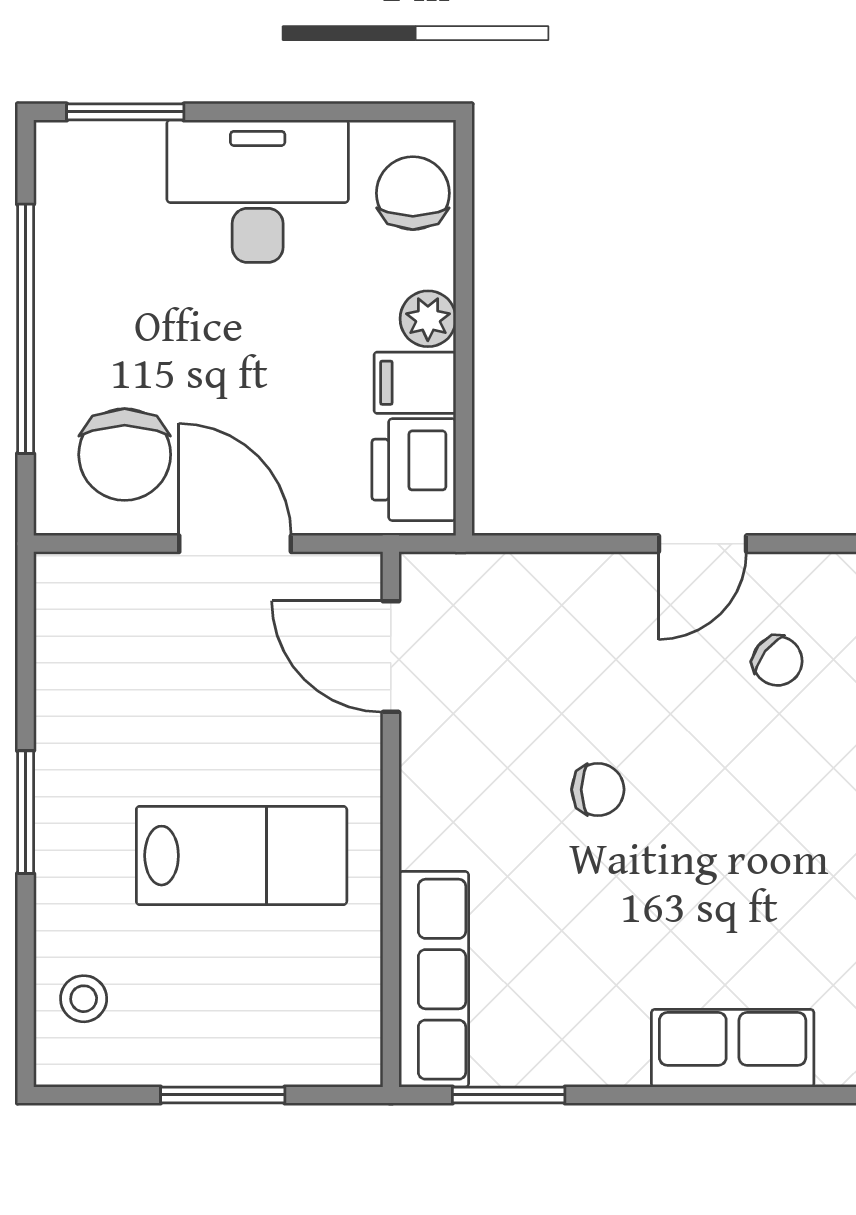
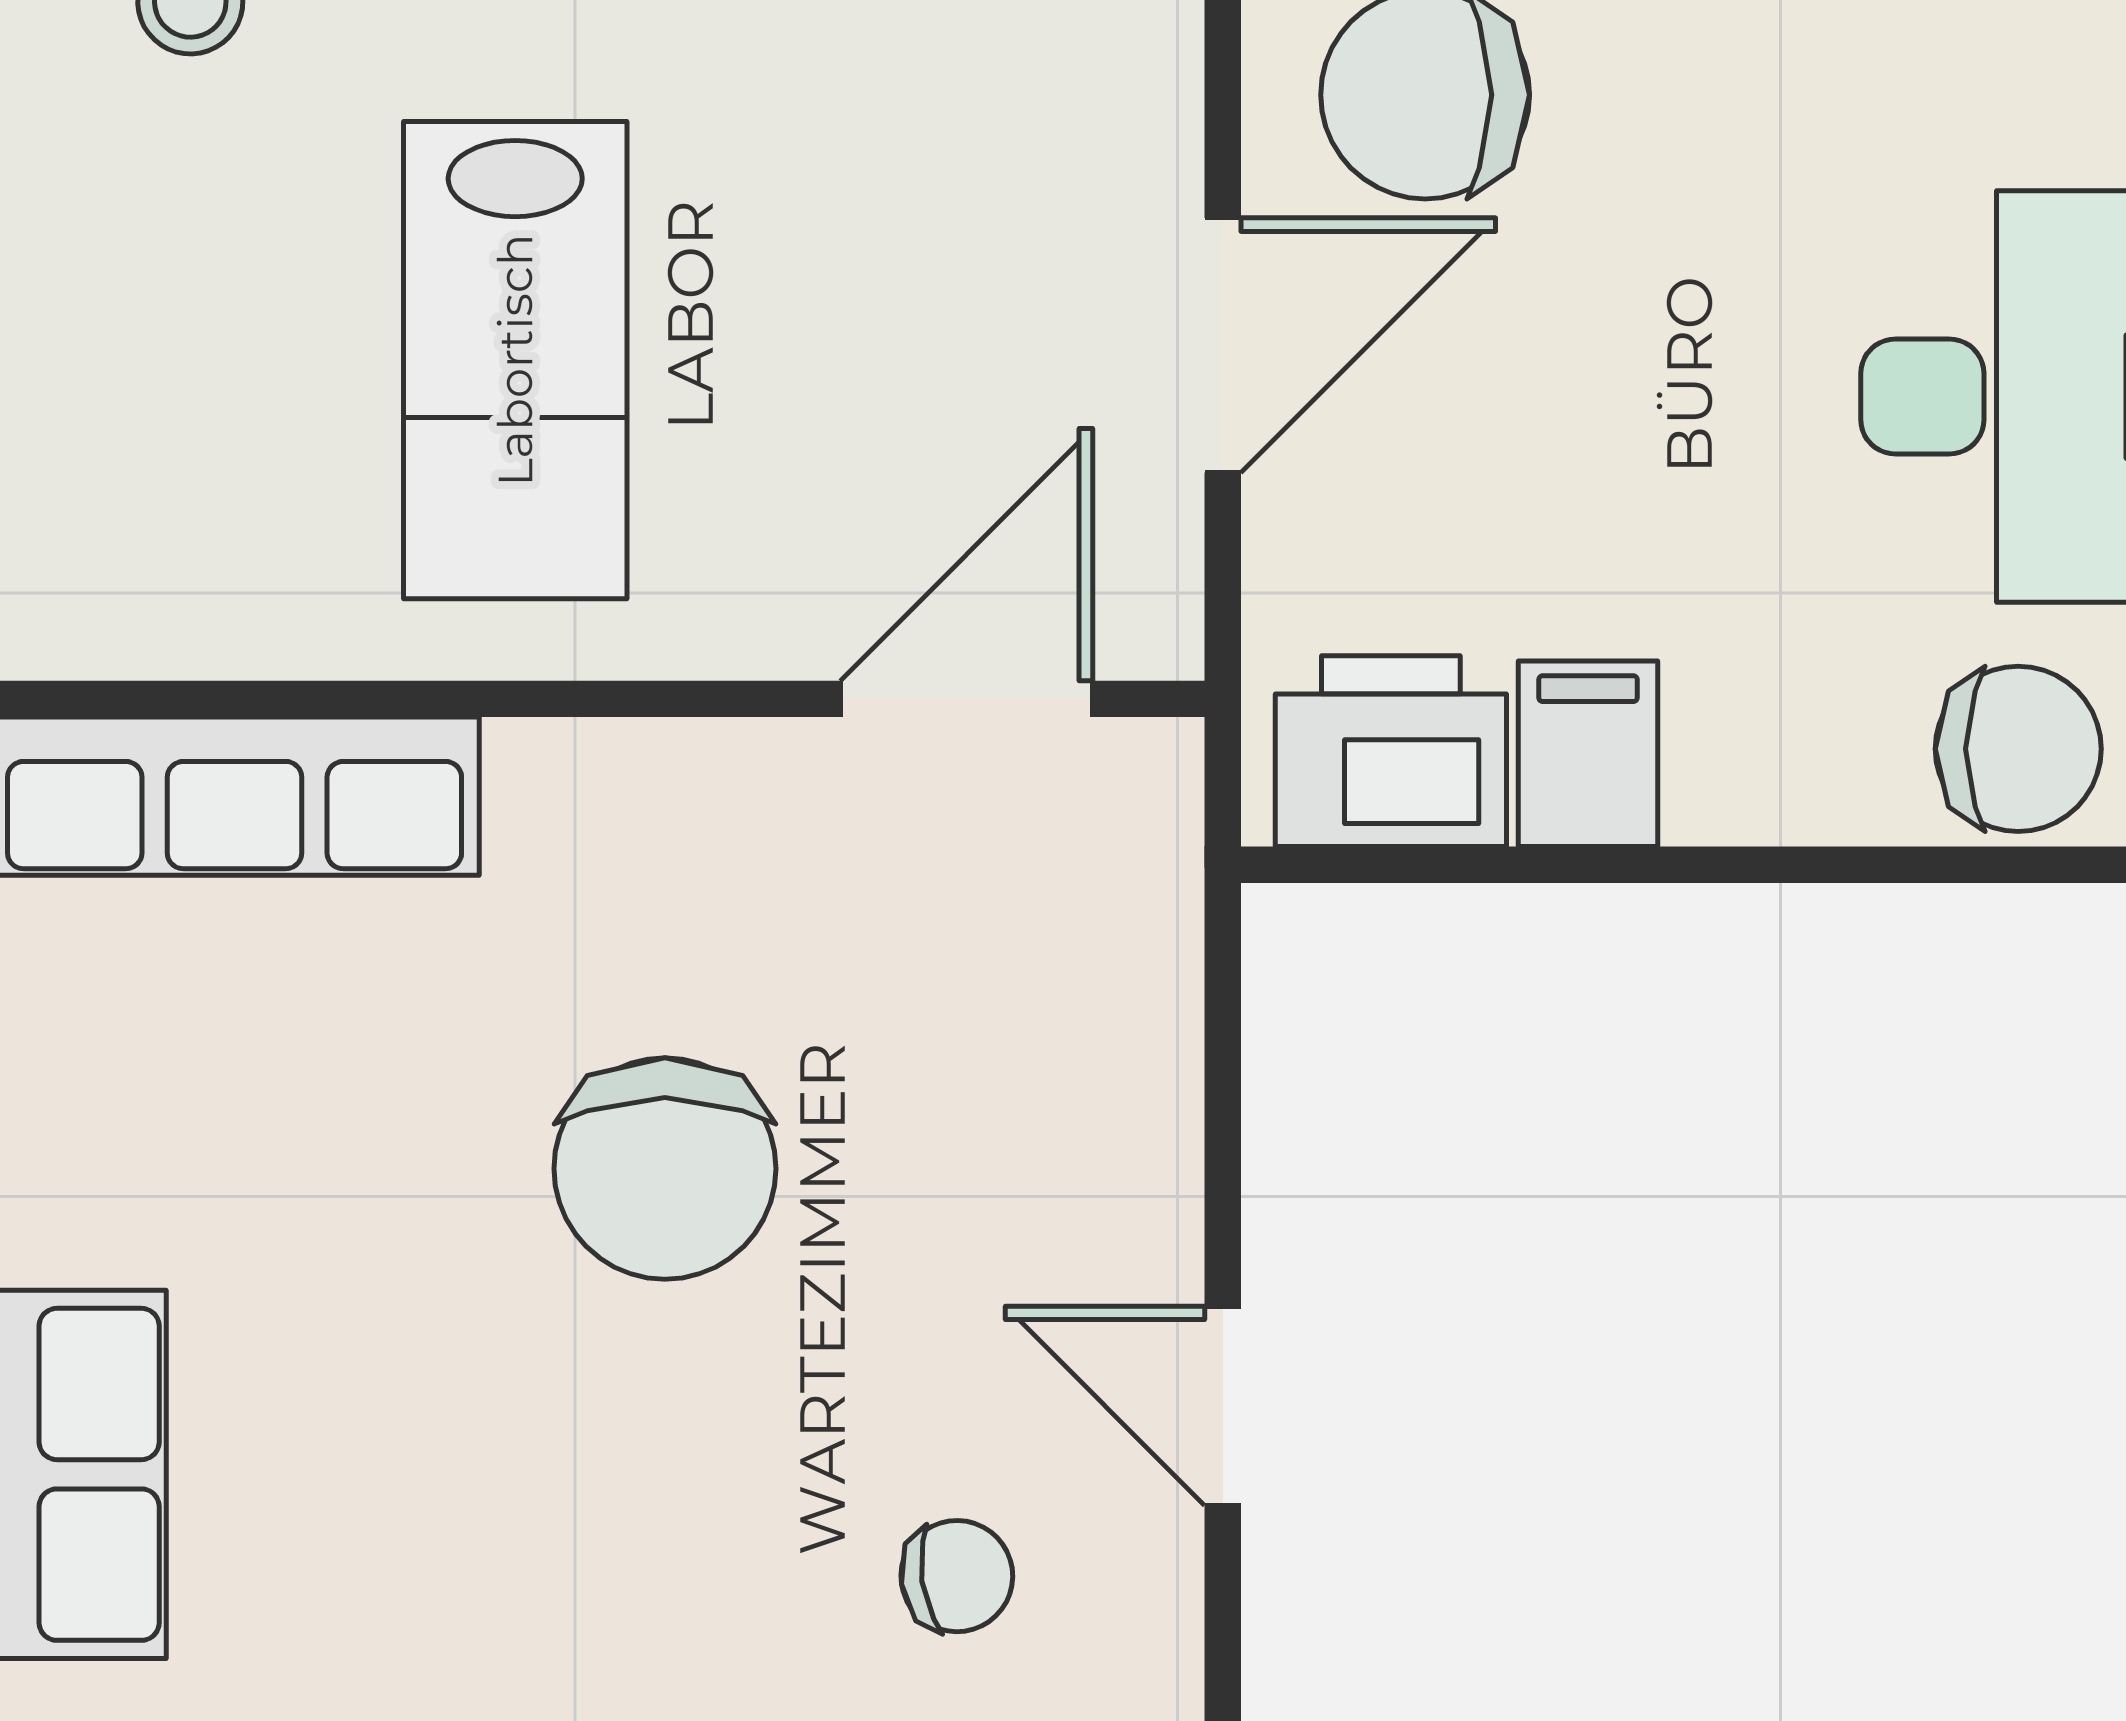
plant: (428, 319) -> (1733, 783), removed
chair: (777, 661) -> (957, 1576), turned -136
chair: (598, 790) -> (665, 1169), width x1.87, depth x1.87

